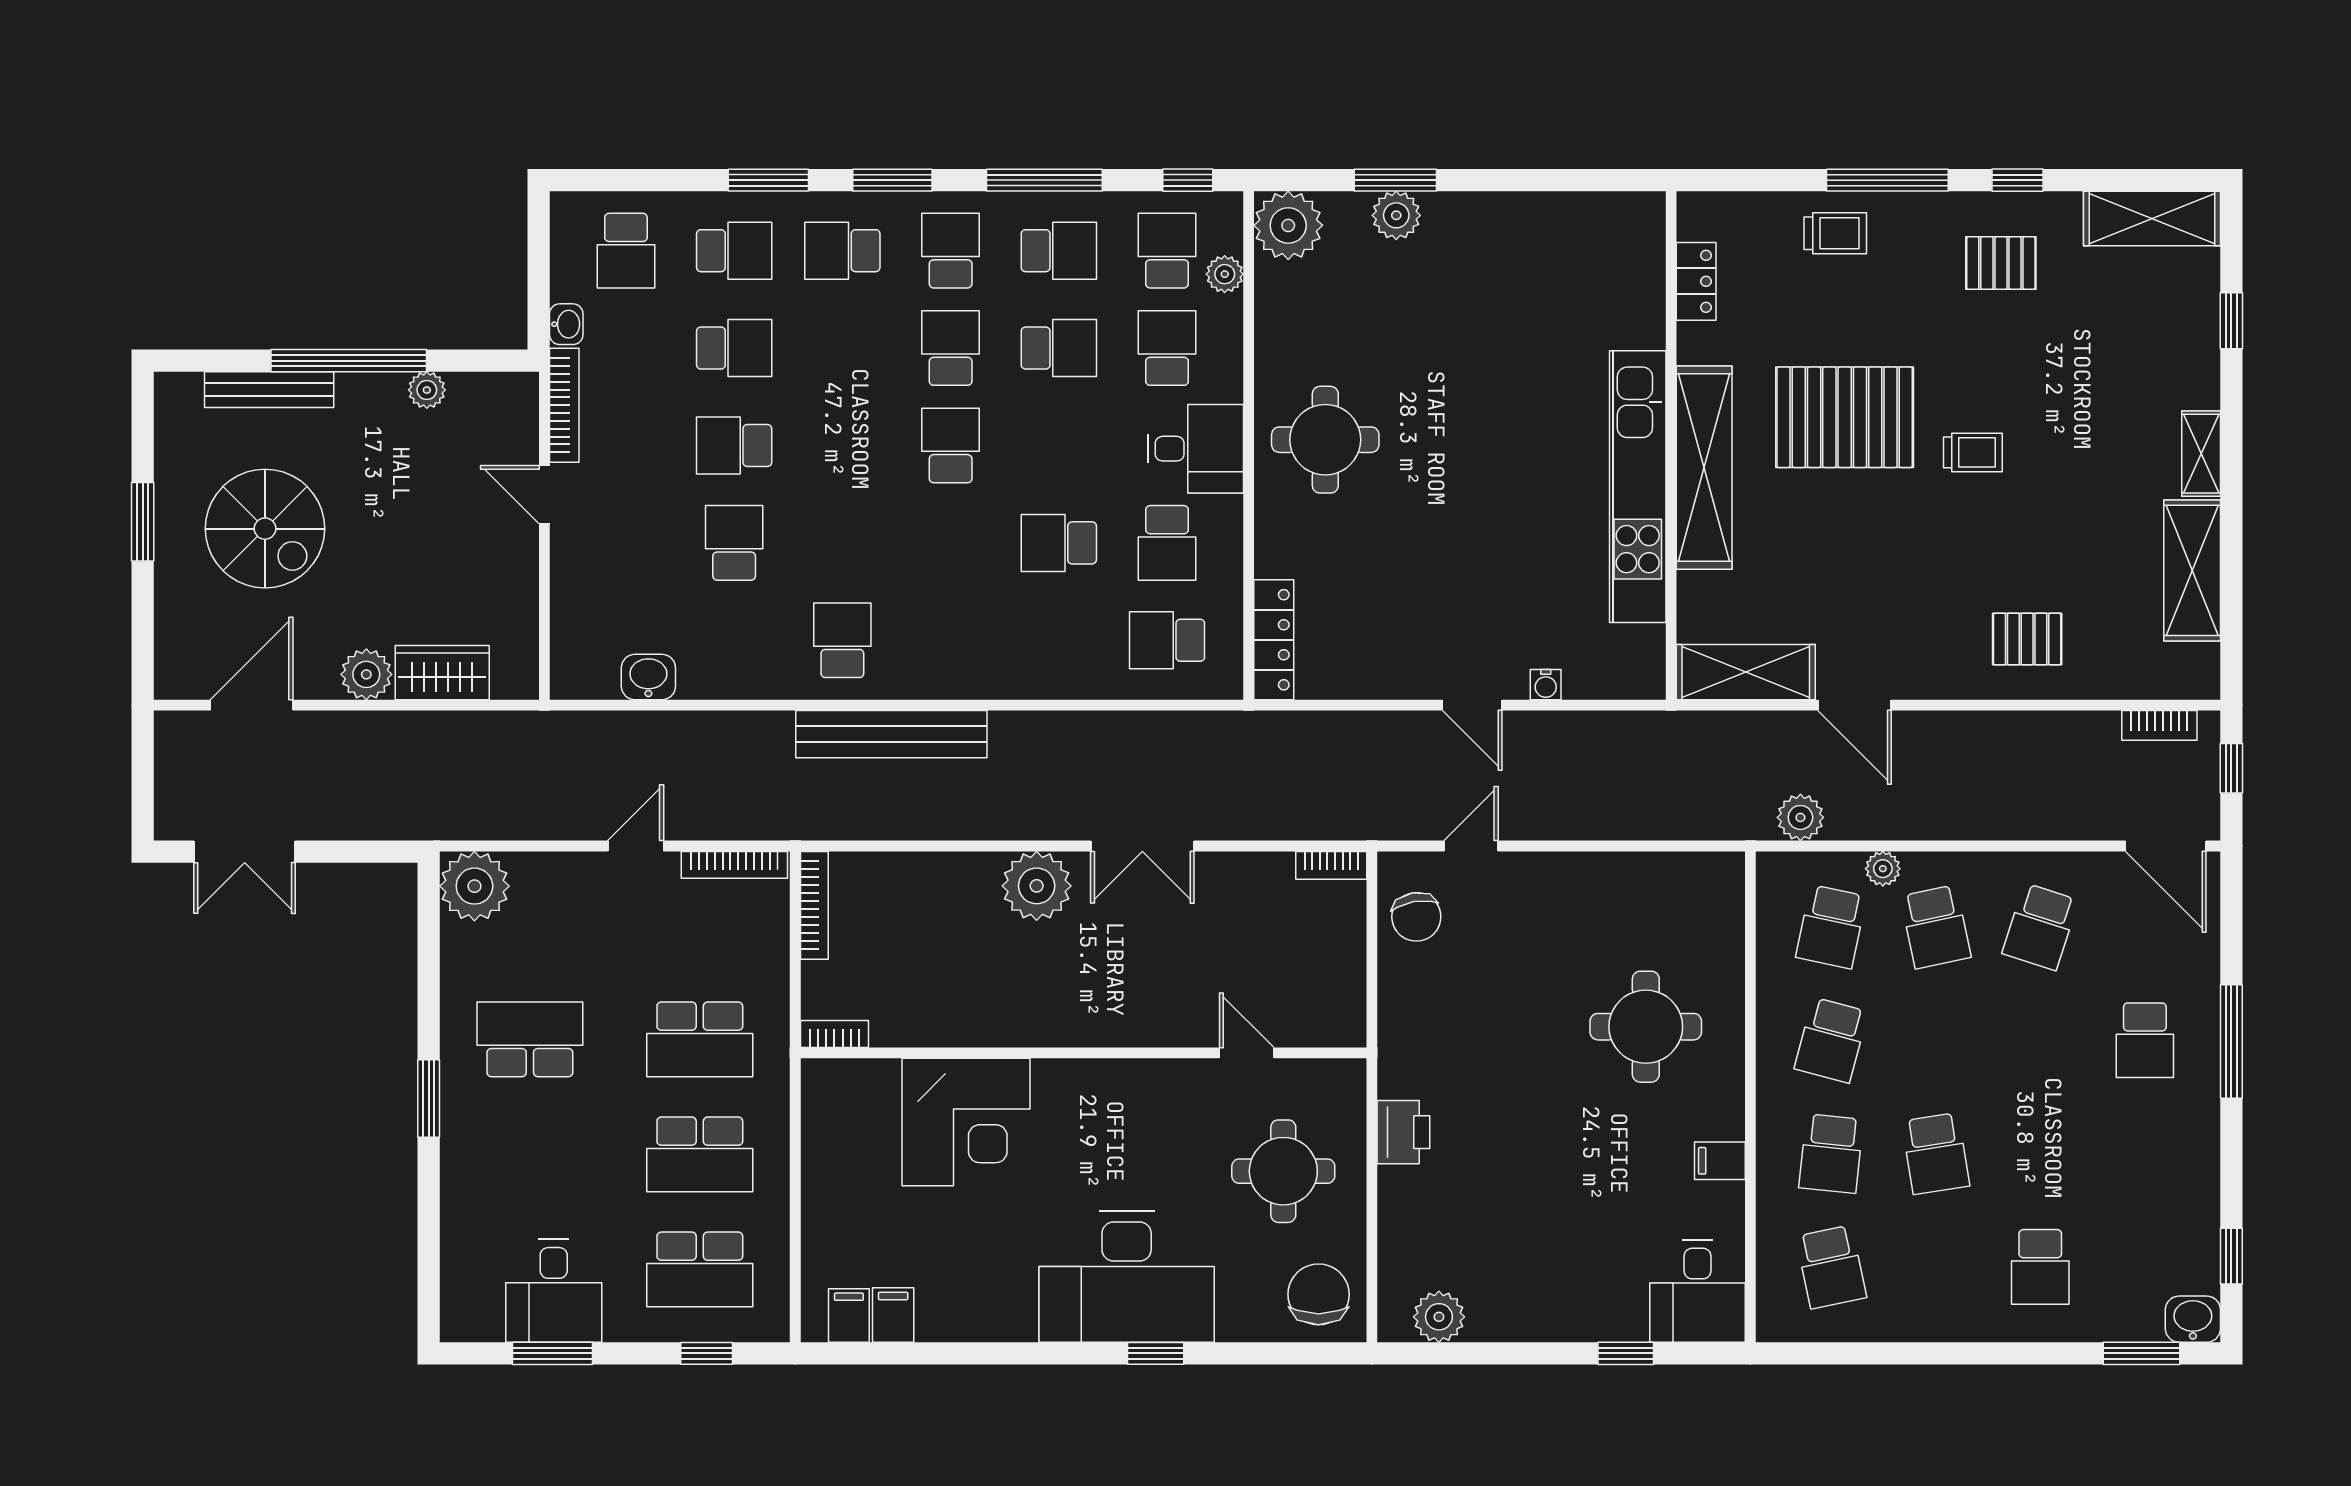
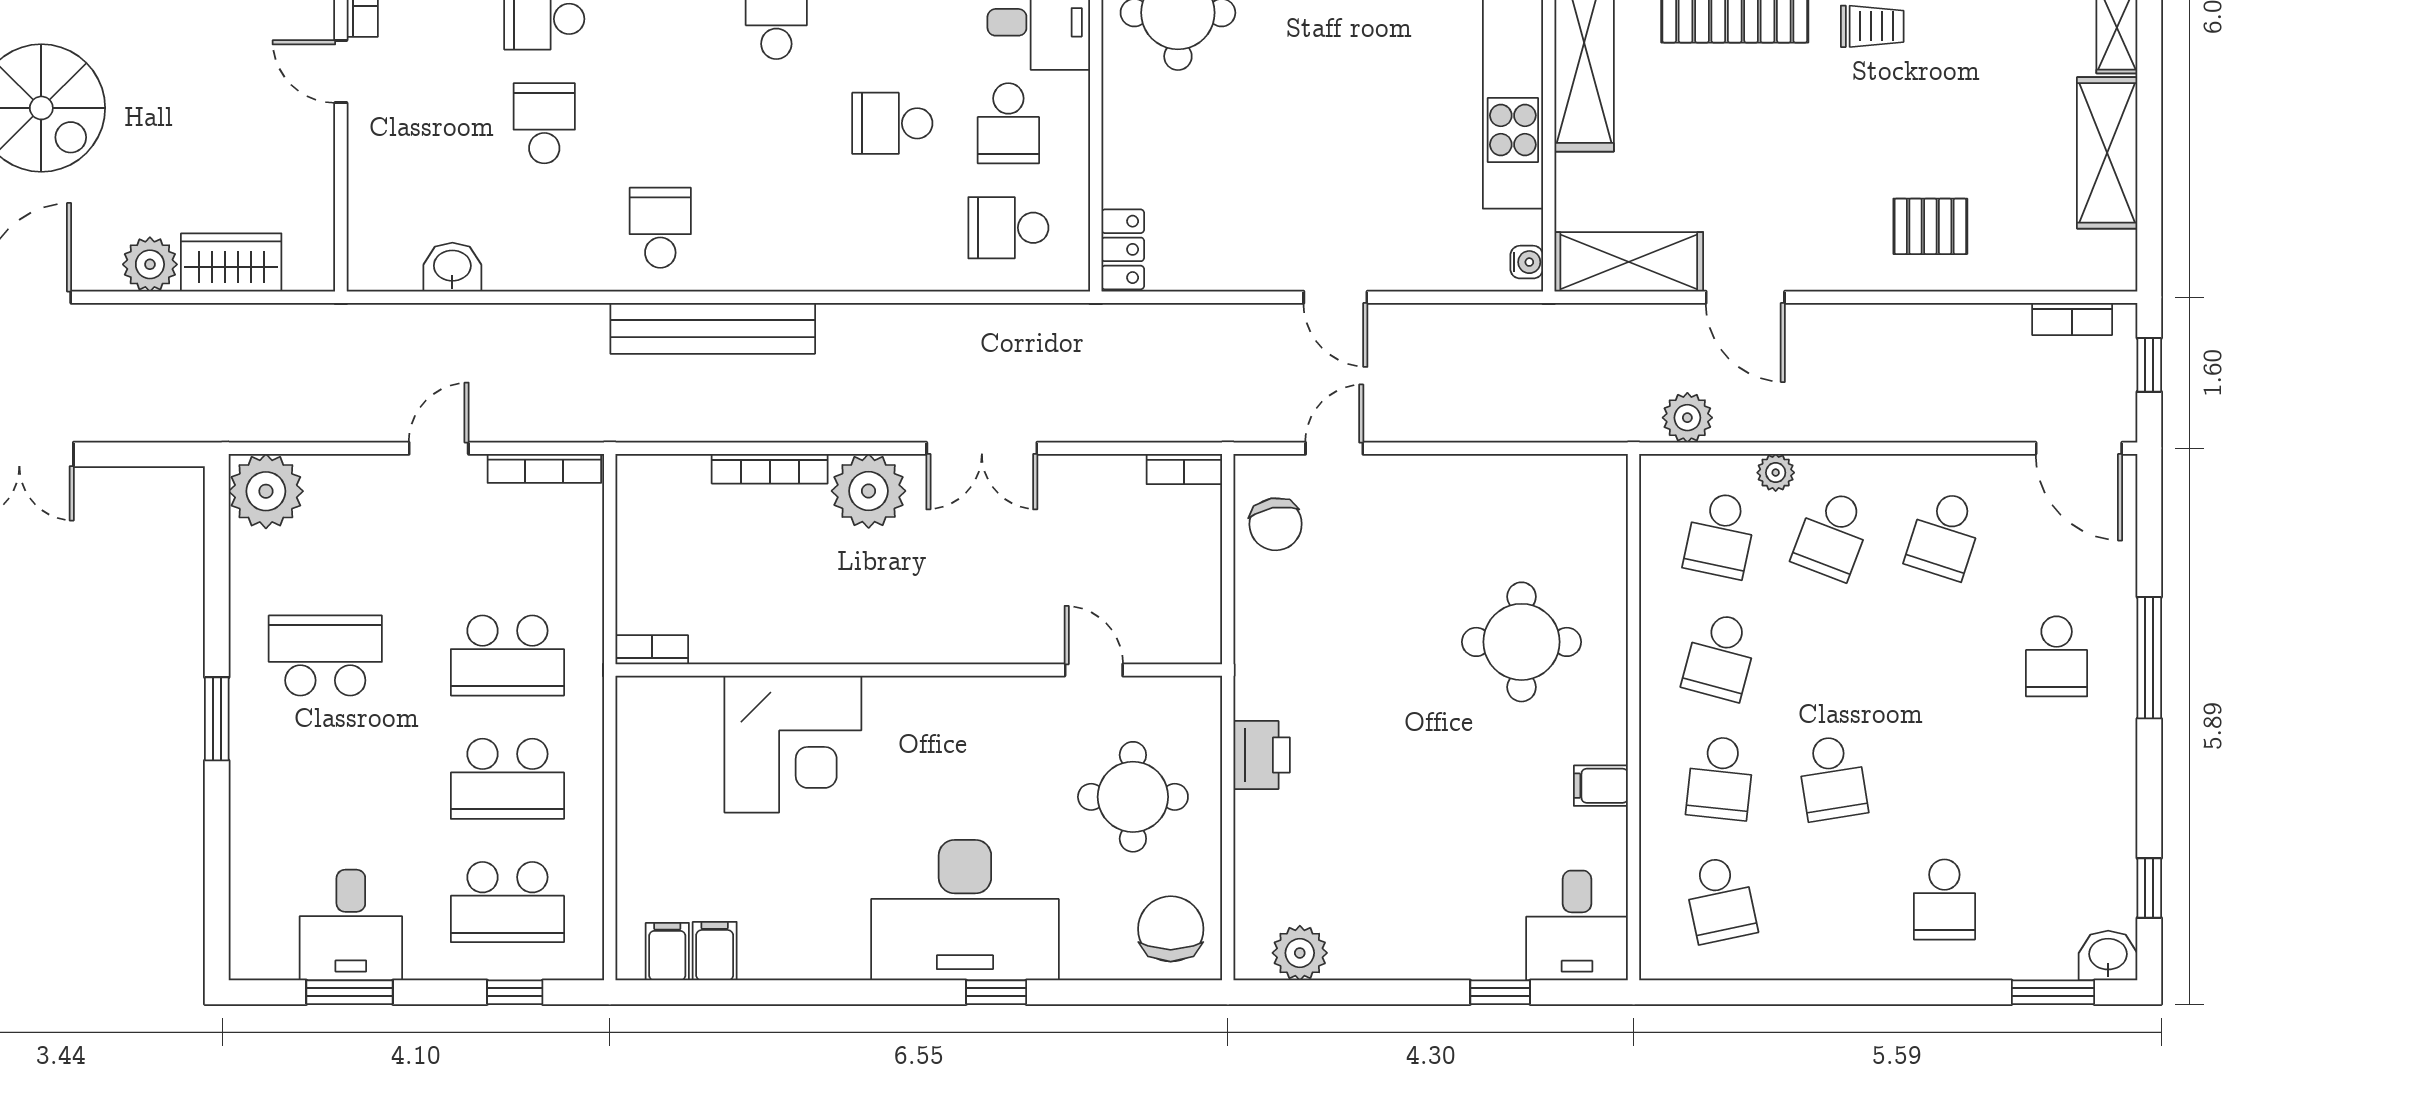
locker: (1274, 640) -> (1123, 249), width x0.66
water cooler: (1546, 685) -> (1527, 262), moved, turned -90
bookcase: (814, 905) -> (770, 469), moved, turned 90
school desk: (1936, 927) -> (1832, 535), turned 33

